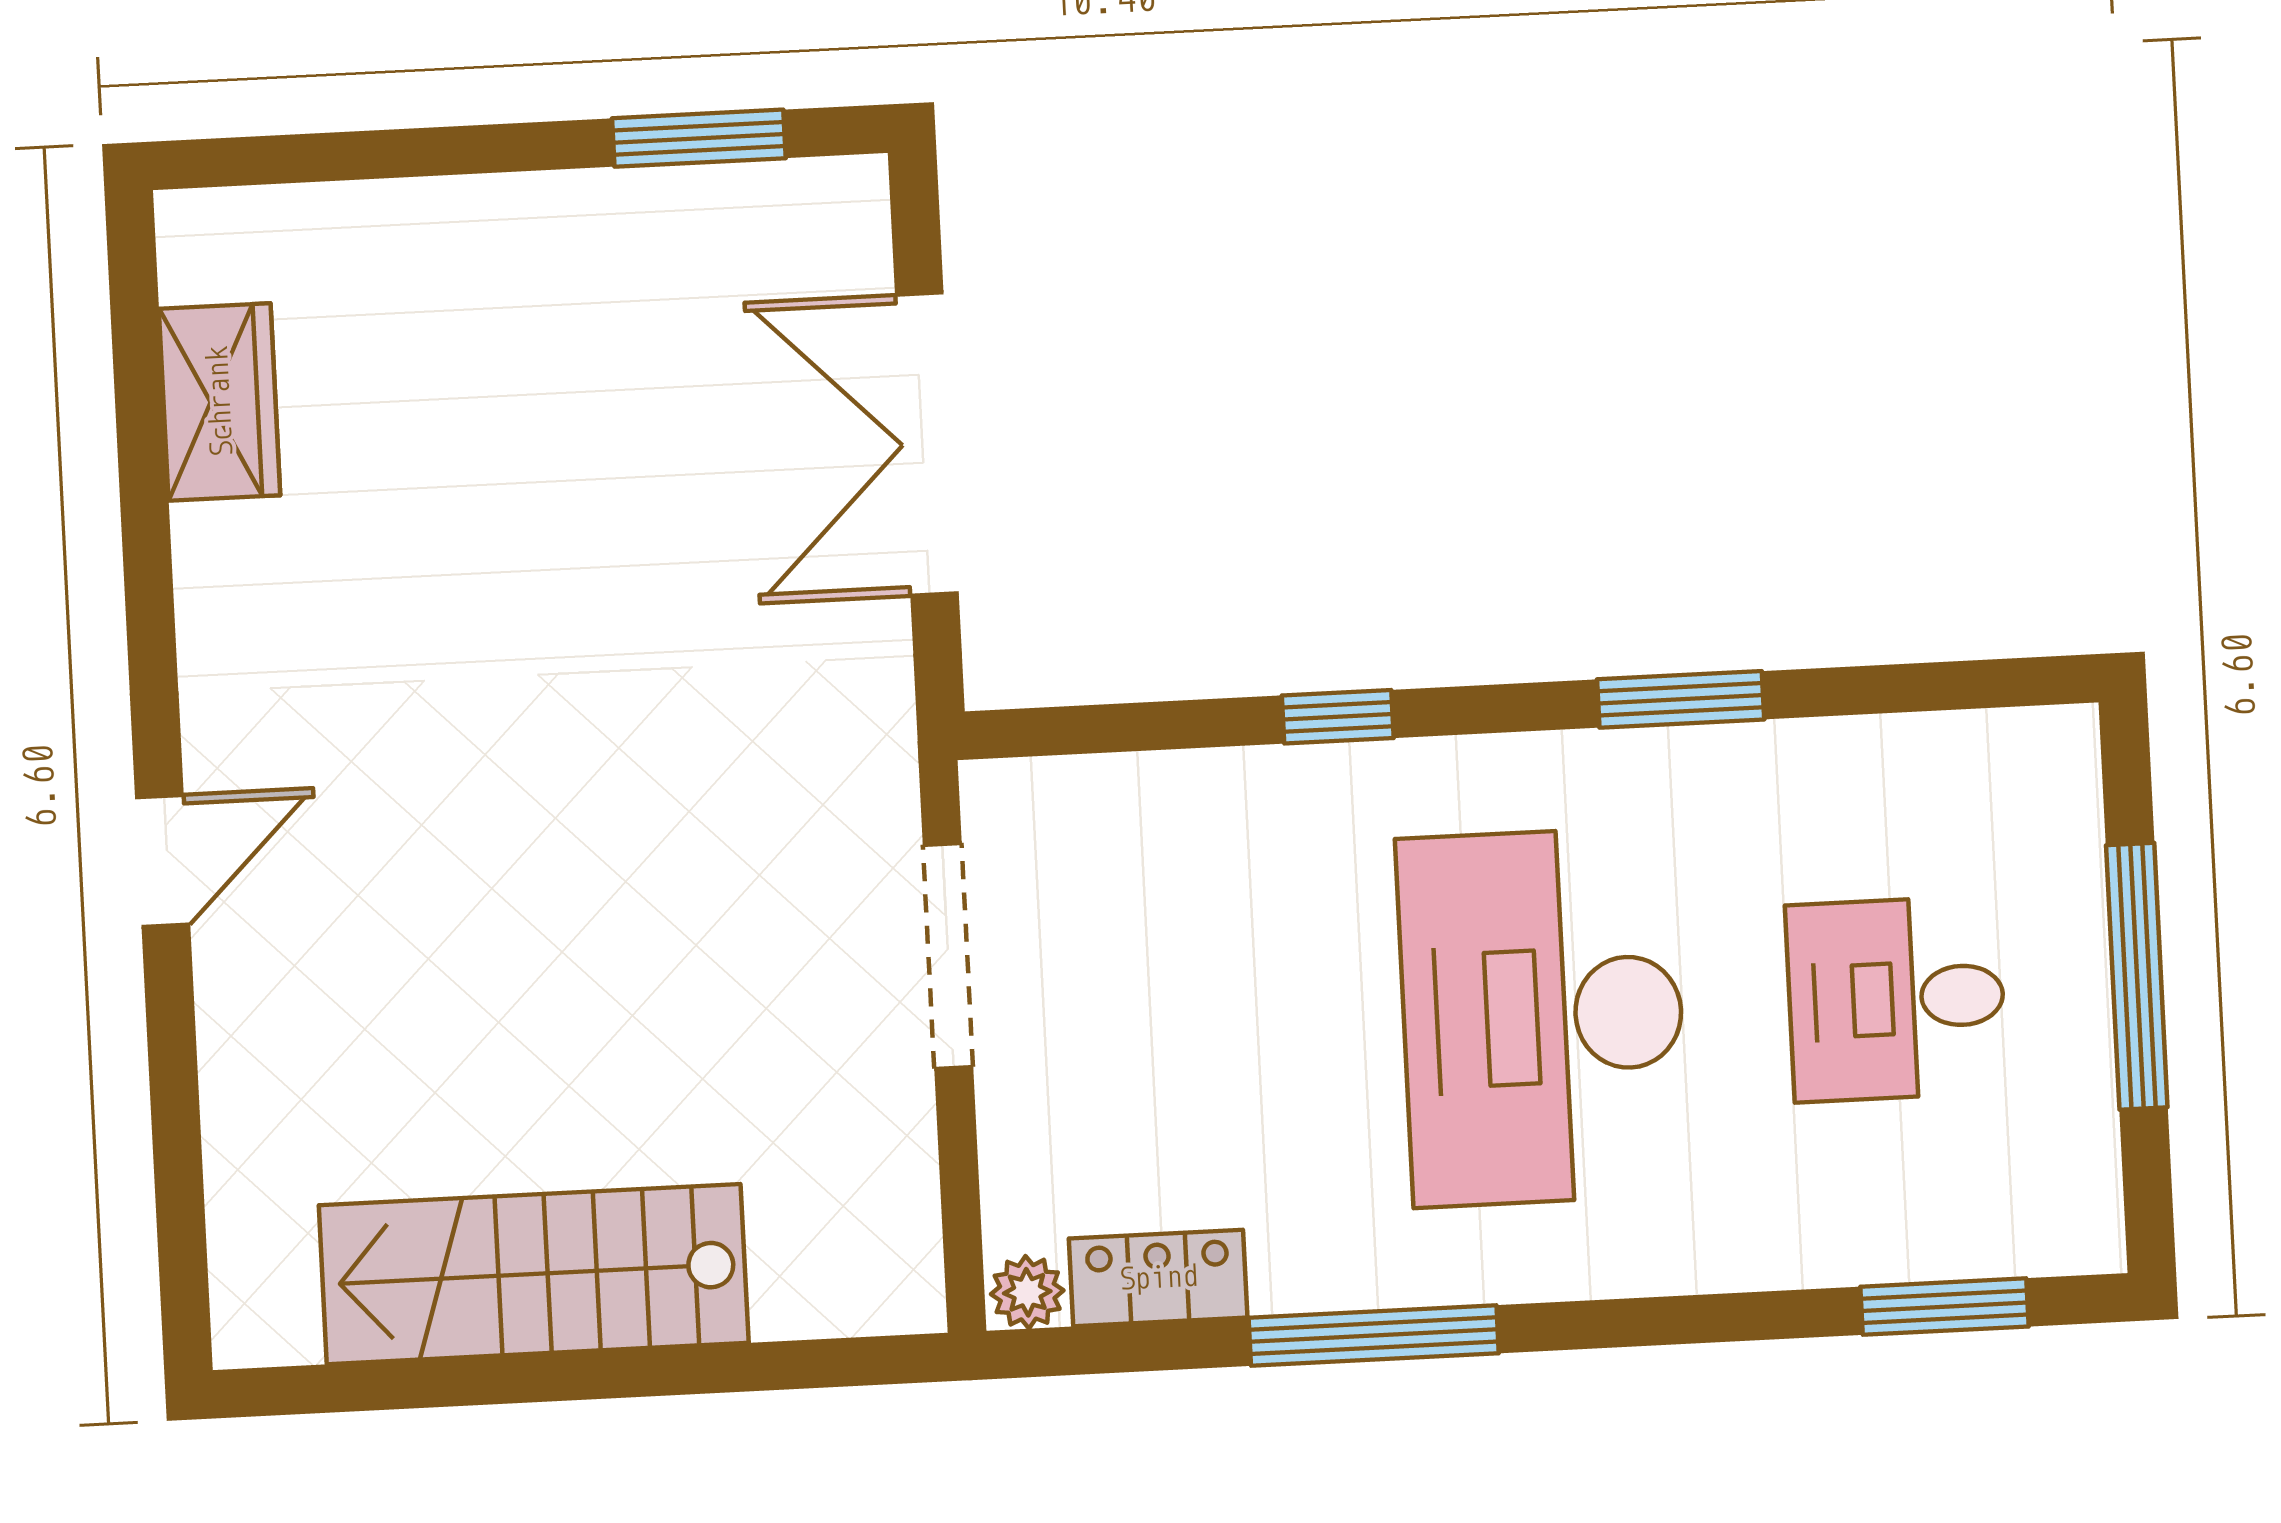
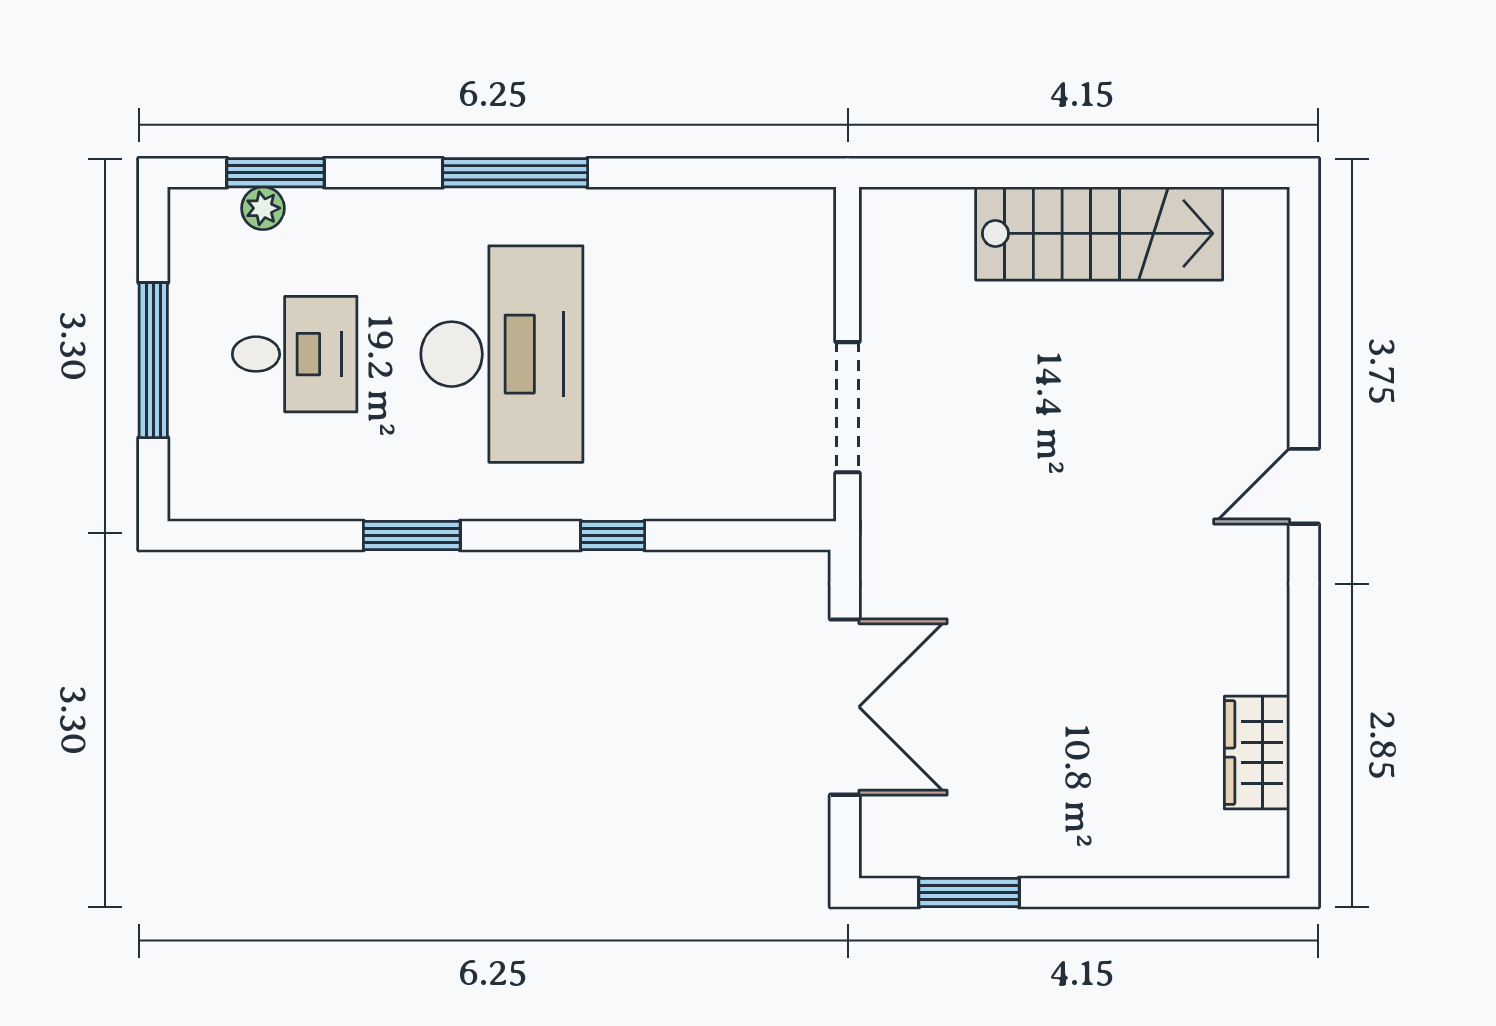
locker: (1158, 1278) -> (734, 213), removed
plant: (1027, 1292) -> (263, 208), moved
window: (1374, 1335) -> (515, 173), moved

